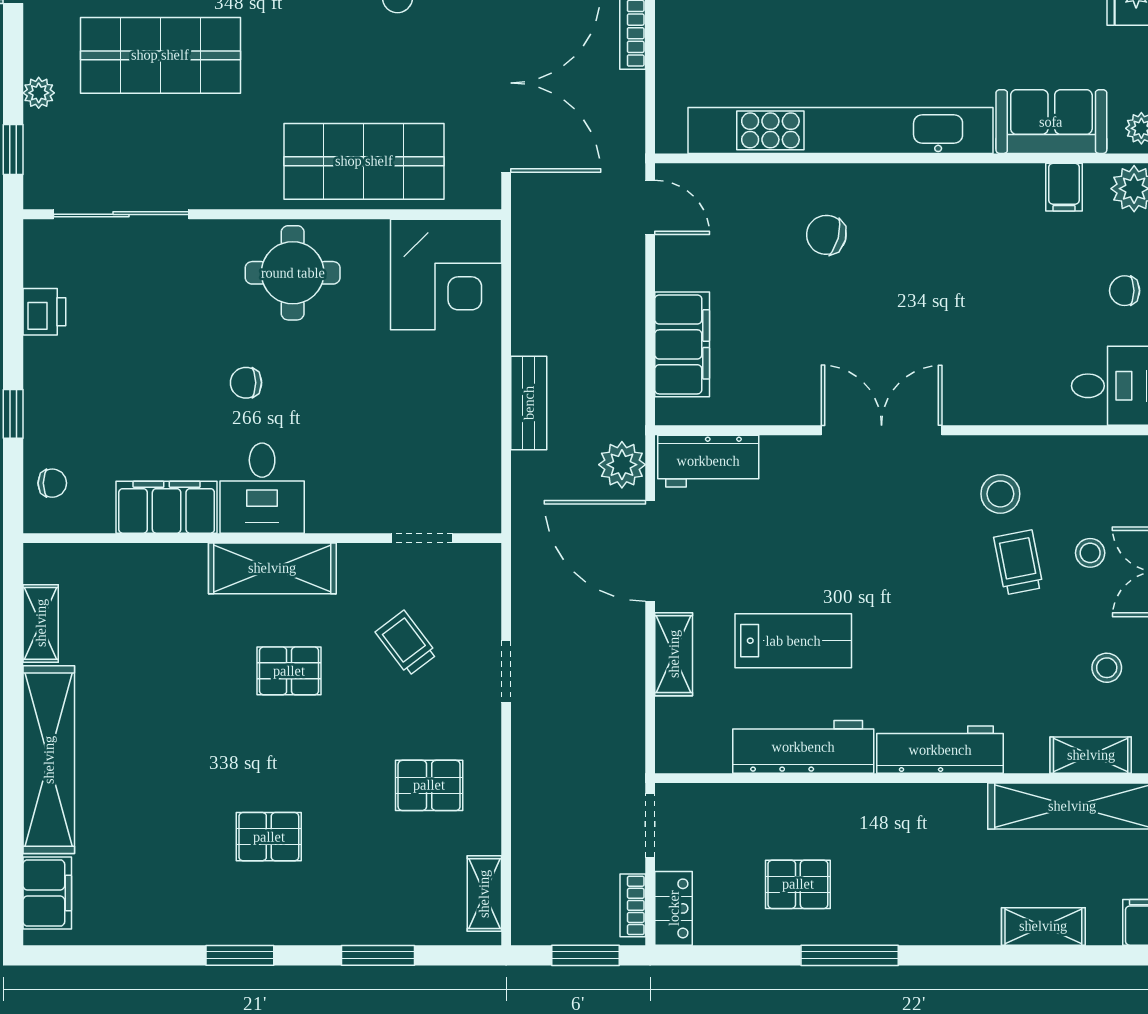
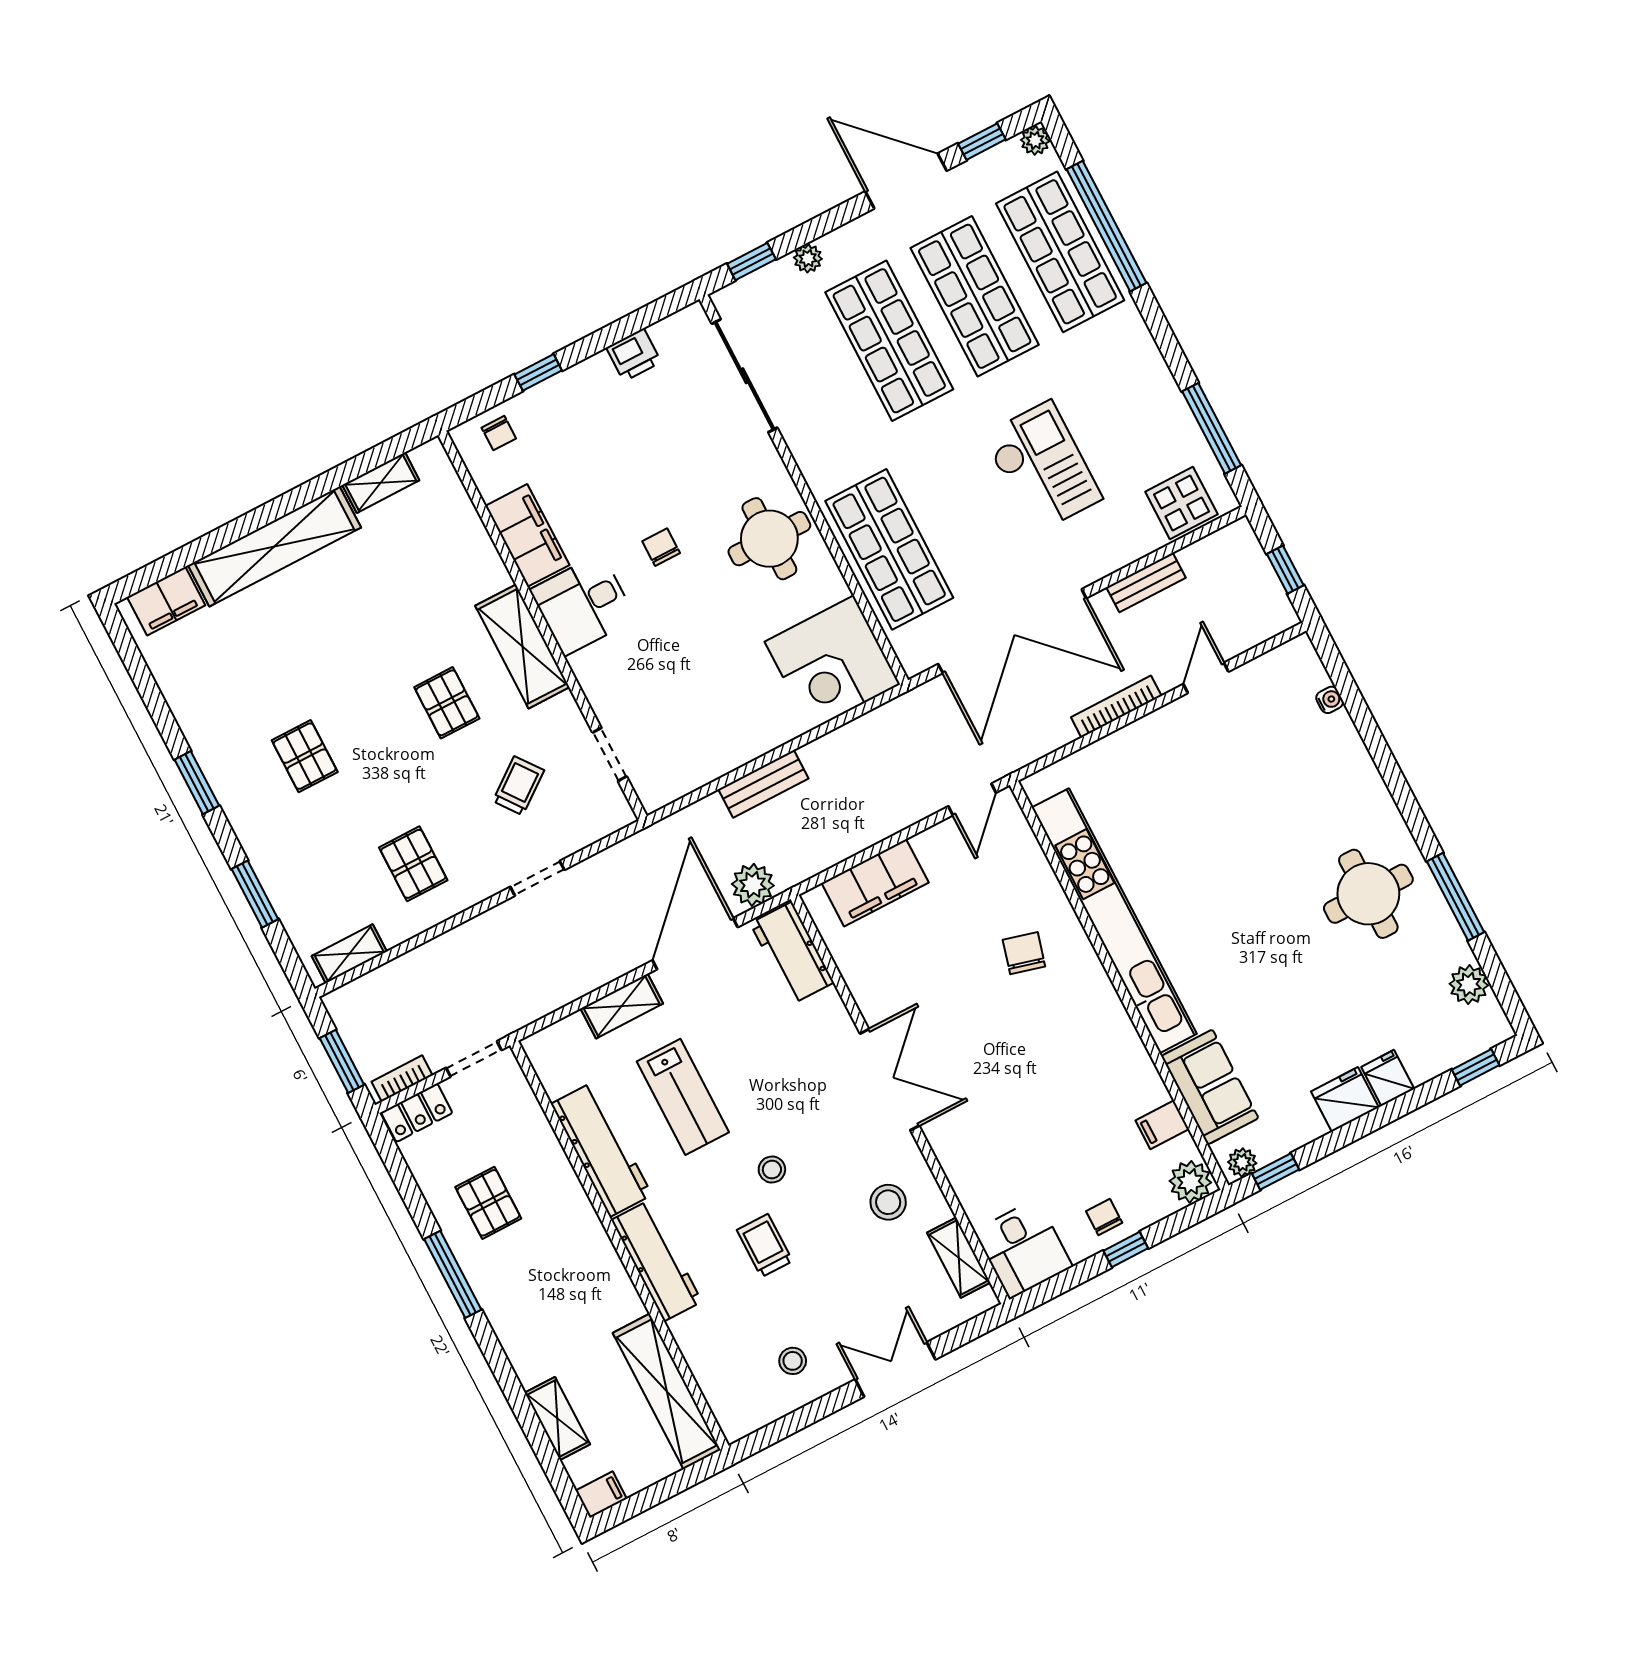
stool: (1090, 553) -> (772, 1170), moved
trolley: (1018, 562) -> (765, 1246), moved, turned -79
shelving: (1091, 755) -> (959, 1258), moved

